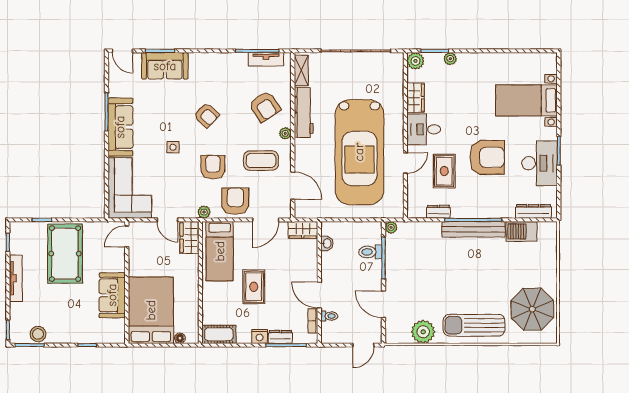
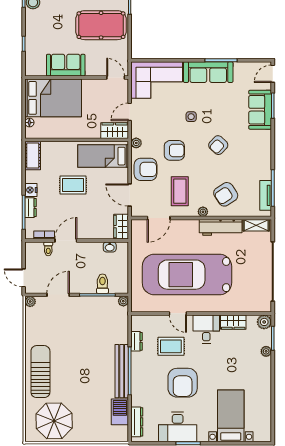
plant: (423, 332) -> (30, 302), moved, width x0.53, depth x0.53

